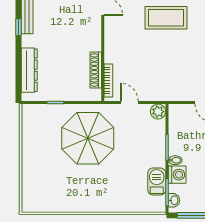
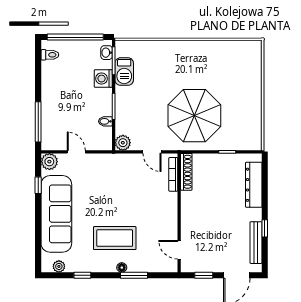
shoe rack: (96, 70) -> (186, 172), moved
bidet: (175, 160) -> (105, 121), moved

